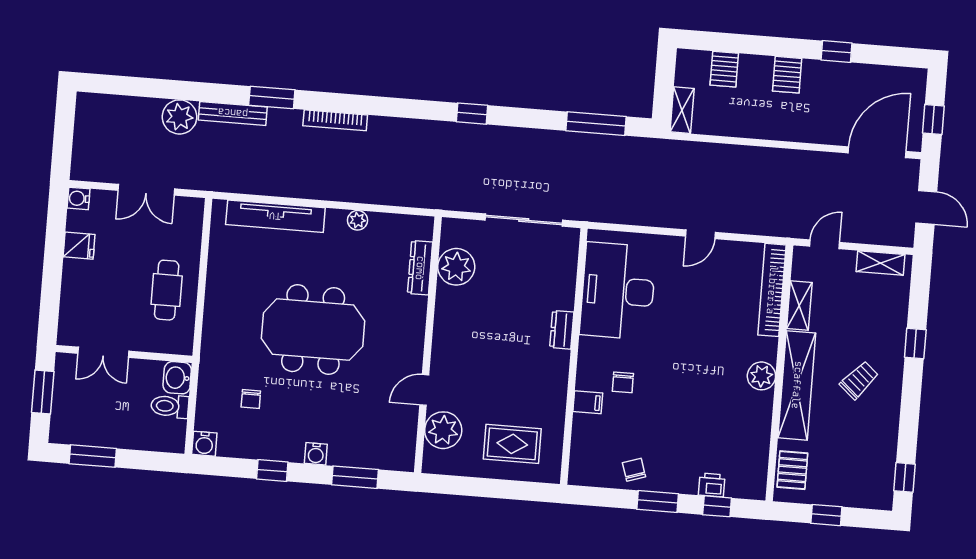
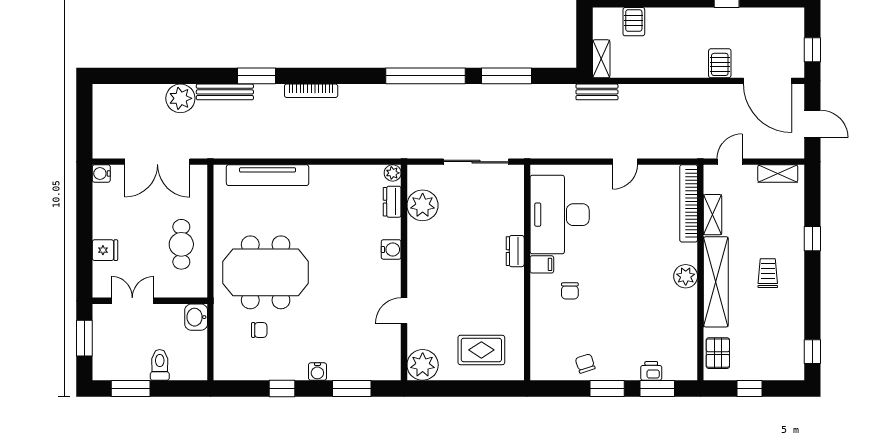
server rack: (787, 75) -> (720, 63), moved, turned 180
window: (472, 114) -> (425, 76), width x3.17
window: (596, 124) -> (507, 76), moved
bench: (674, 149) -> (597, 92), added
door: (877, 152) -> (767, 81), swing flipped
double door: (146, 190) -> (157, 162), width x1.37
plant: (358, 220) -> (393, 173), moved
fridge: (79, 246) -> (105, 250), moved
dresser: (420, 268) -> (392, 202), width x0.70
meeting table: (313, 330) -> (266, 272), moved
double door: (103, 352) -> (132, 301), swing flipped
trolley: (859, 380) -> (768, 273), turned -41
chair: (251, 399) -> (259, 330), turned -90
filing cabinet: (588, 402) -> (542, 264), moved
toilet: (170, 406) -> (160, 365), moved, turned 90
plant: (443, 430) -> (423, 365), moved
water cooler: (204, 444) -> (391, 249), moved, turned -90
window: (717, 506) -> (657, 388), width x1.50

